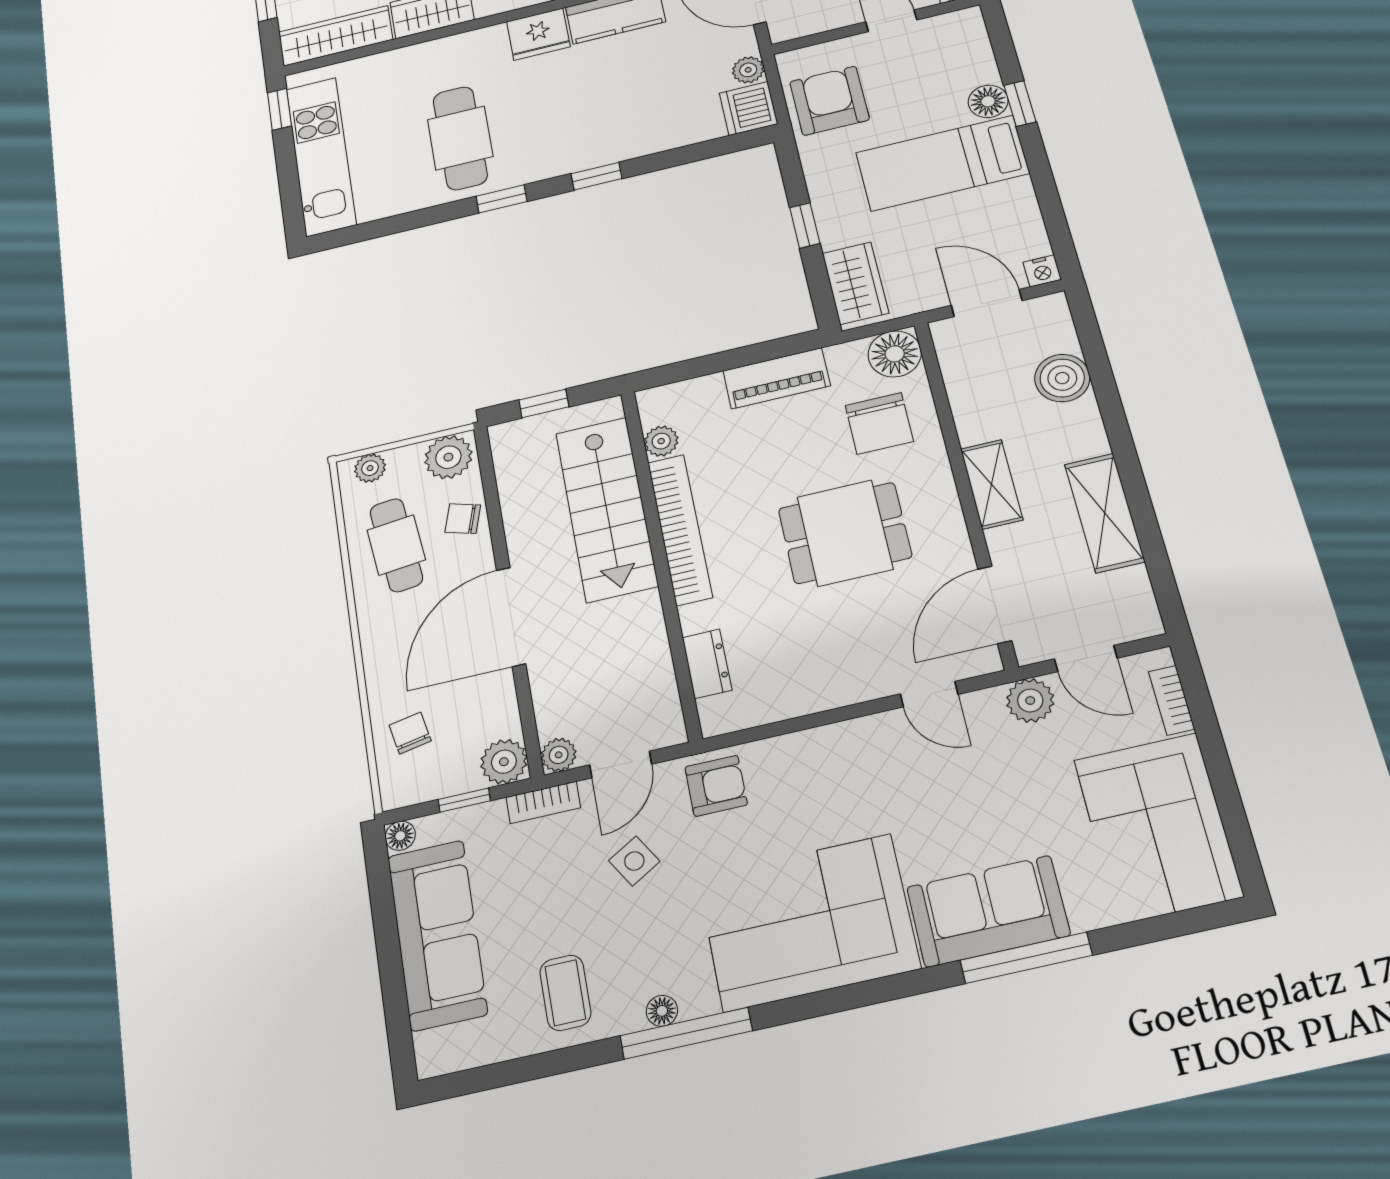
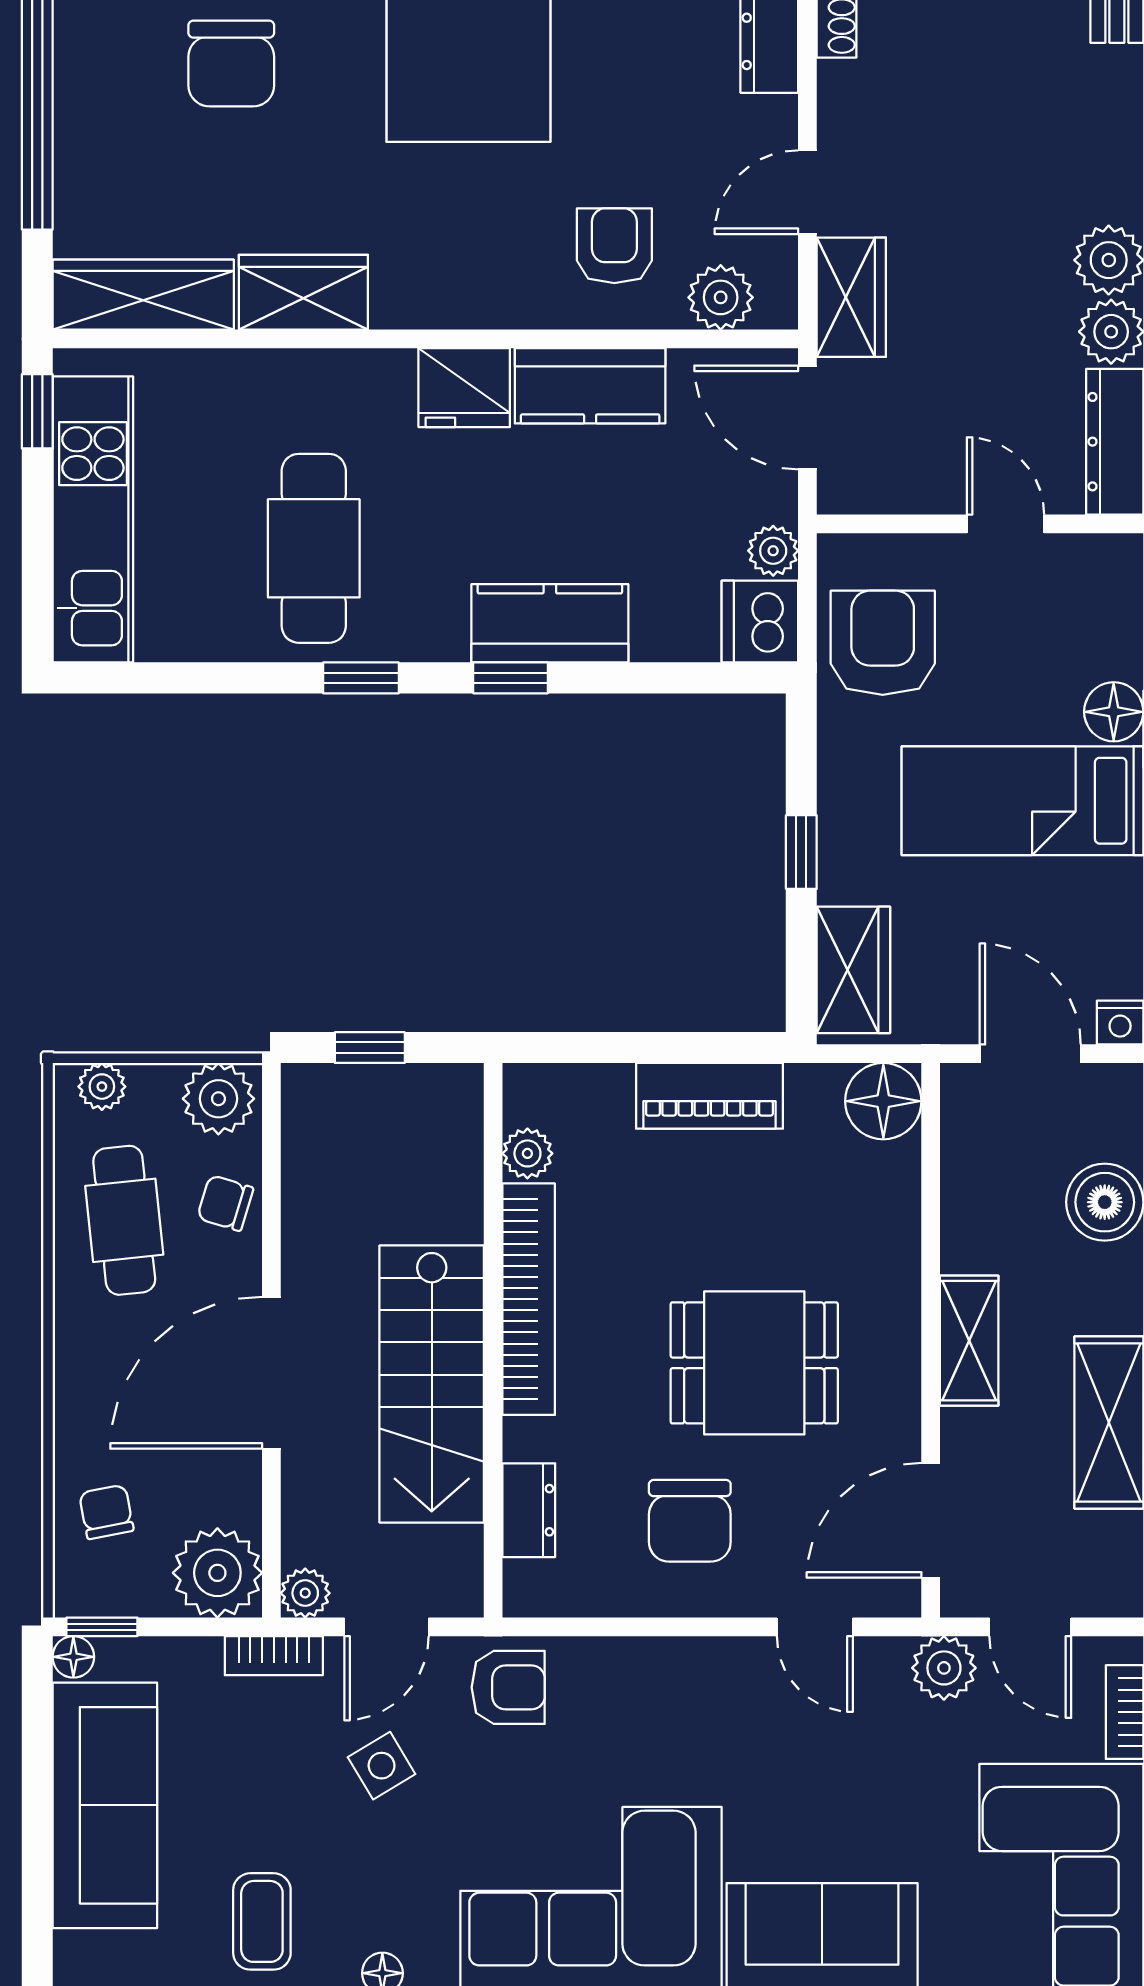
kitchen counter: (616, 141) -> (550, 623), added
chair: (879, 423) -> (690, 1521), moved
stairs: (606, 509) -> (432, 1384), moved
plant: (504, 762) -> (217, 1573), width x1.36, depth x1.36
window: (464, 800) -> (102, 1627), moved

